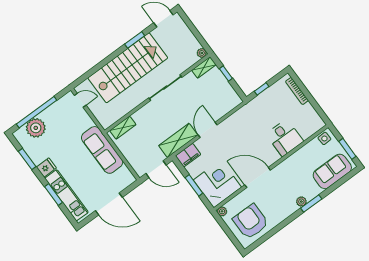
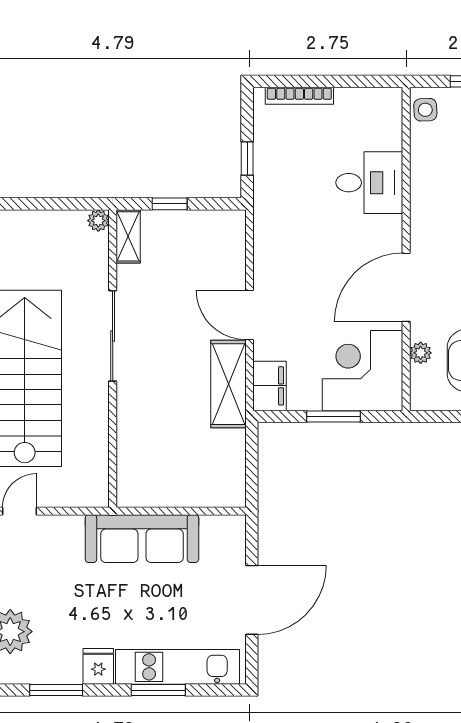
shelving: (123, 128) -> (129, 469), removed
door: (156, 169) -> (252, 465), removed
plant: (222, 211) -> (421, 353), moved

